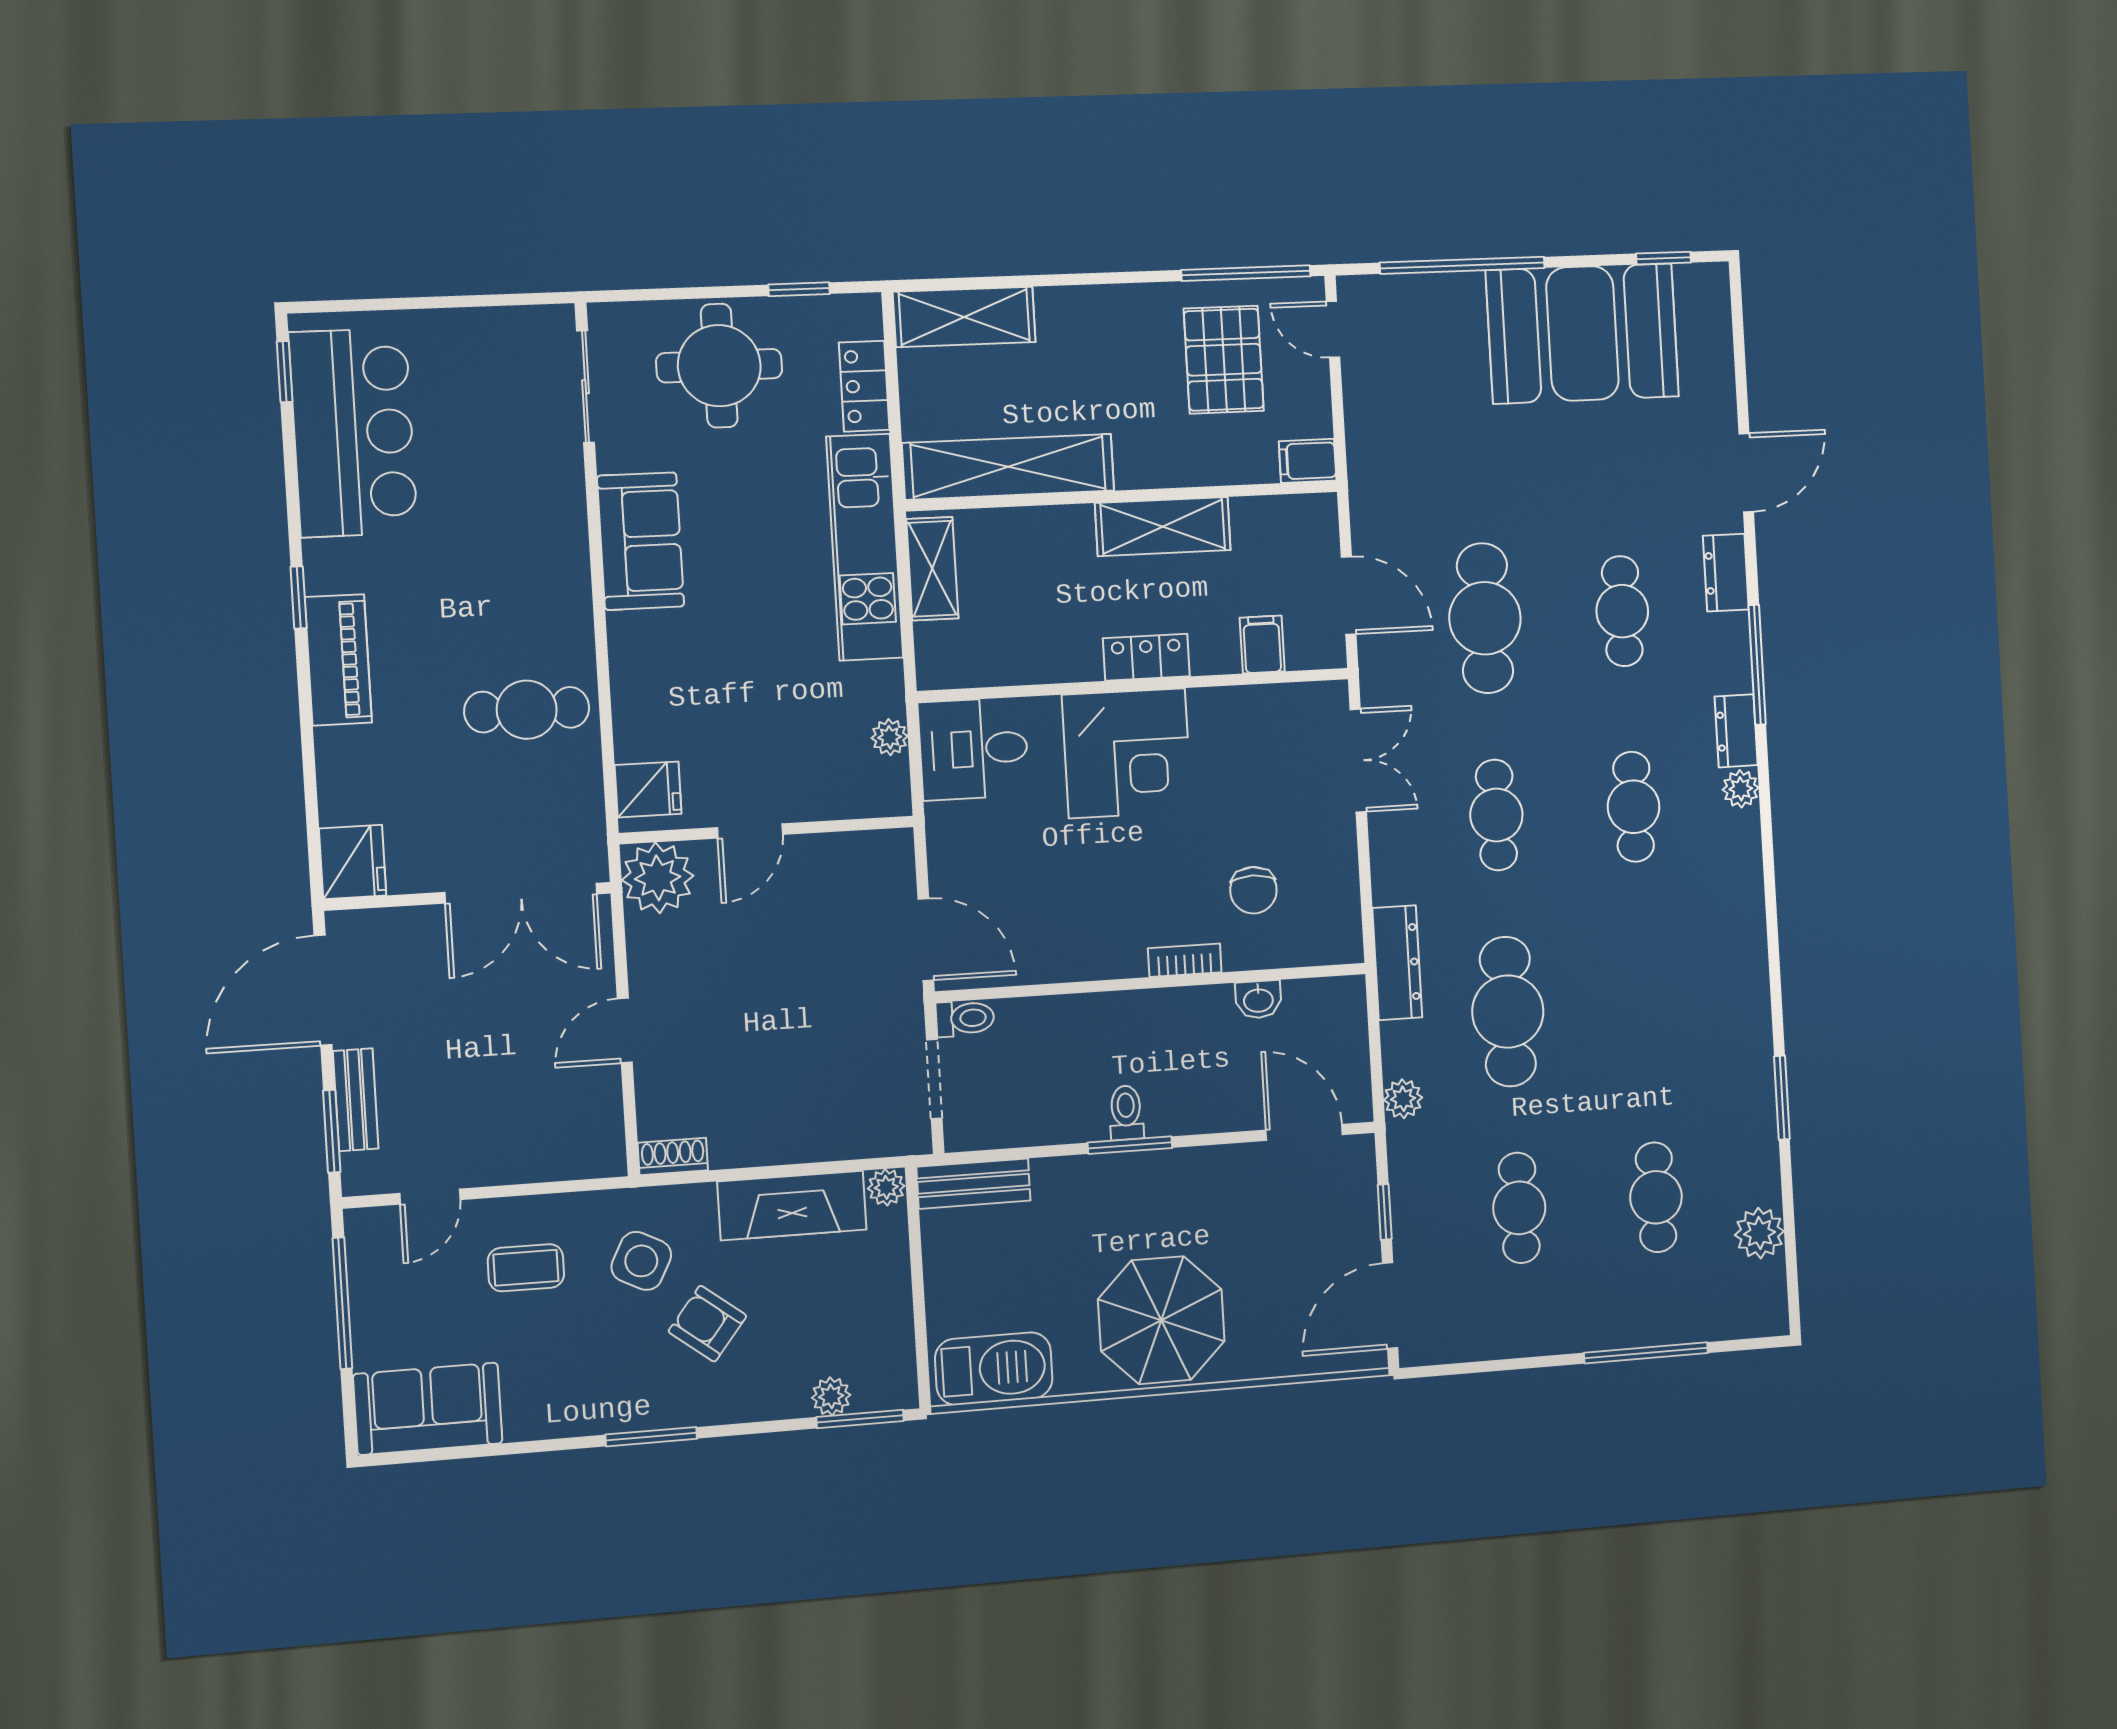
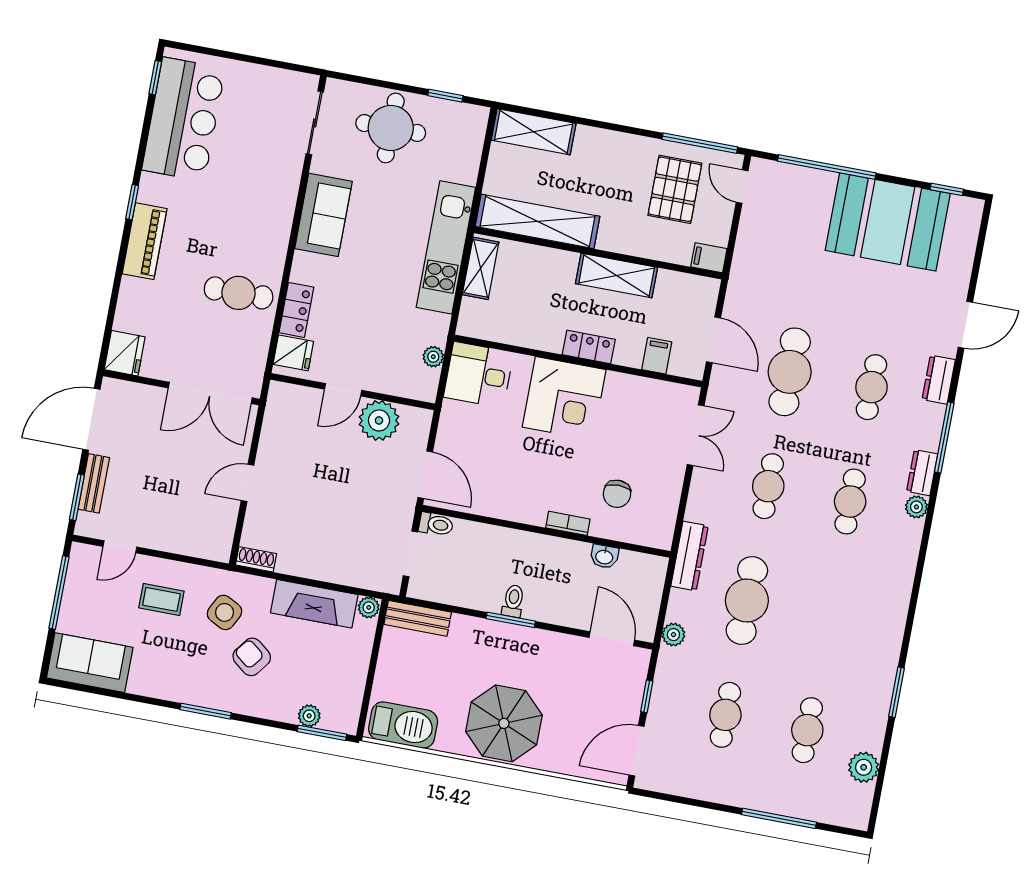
locker: (864, 386) -> (296, 310), moved, turned 180
plant: (658, 878) -> (379, 420), moved

